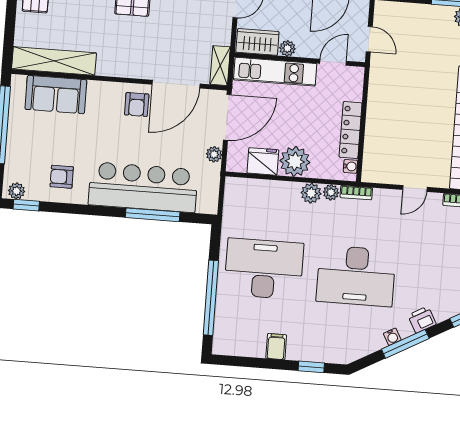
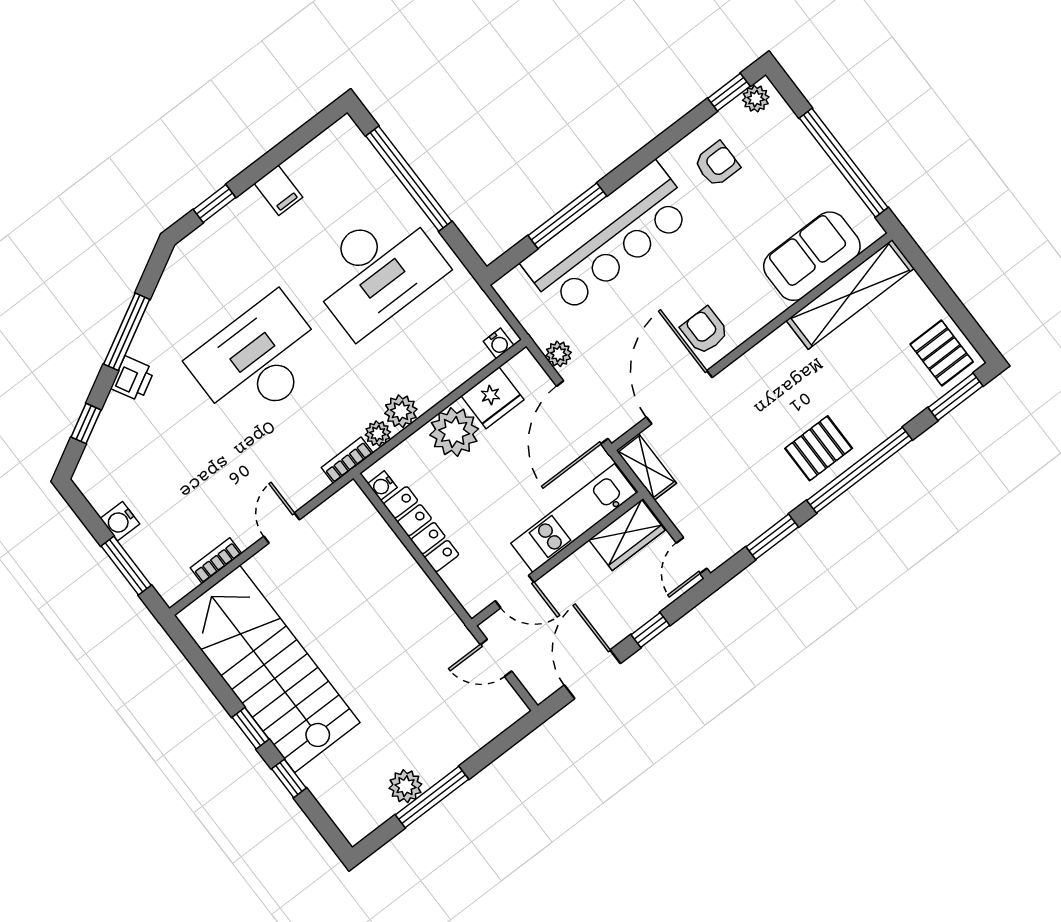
plant: (287, 48) -> (584, 559), removed
door: (333, 62) -> (515, 592), hinge flipped
water cooler: (392, 337) -> (499, 343), moved, turned -151

